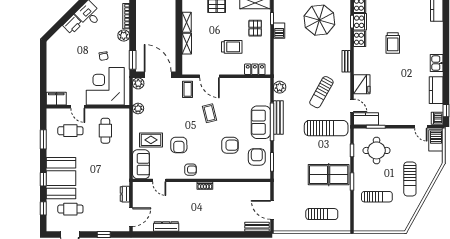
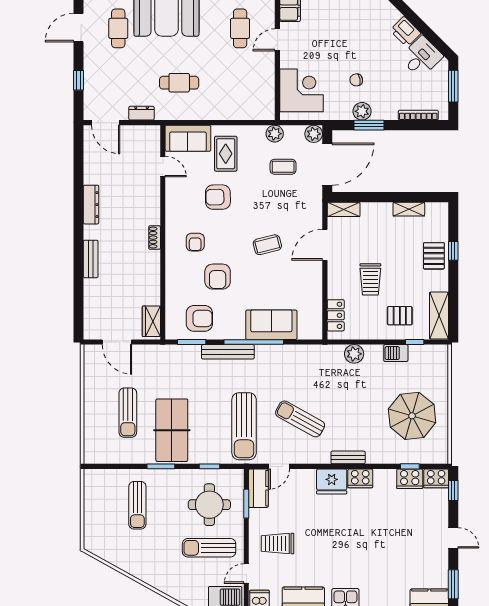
plant: (124, 35) -> (362, 111), moved
cooker: (360, 39) -> (360, 478), moved
trolley: (393, 43) -> (278, 544), moved
shelving: (187, 44) -> (344, 209), moved
window: (133, 60) -> (369, 125), moved
fridge: (362, 84) -> (332, 482), moved
corner desk: (105, 86) -> (301, 90), width x0.74, depth x0.74
plant: (280, 87) -> (354, 354), moved
coffee table: (188, 89) -> (283, 167), moved
bench: (278, 117) -> (228, 352), moved
sofa: (261, 122) -> (271, 325), moved
cafe table: (105, 131) -> (179, 83), moved
armchair: (191, 170) -> (195, 242), moved
sun lounger: (410, 179) -> (209, 548), moved
door: (159, 180) -> (163, 166), swing flipped
wardrobe: (259, 188) -> (151, 321), added
door: (272, 210) -> (117, 342), swing flipped
sun lounger: (322, 214) -> (128, 413), moved
dresser: (166, 227) -> (91, 205), moved
bench: (257, 227) -> (91, 259), moved

